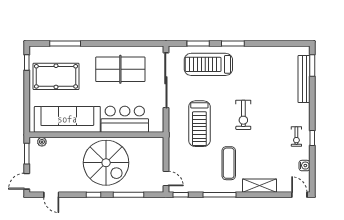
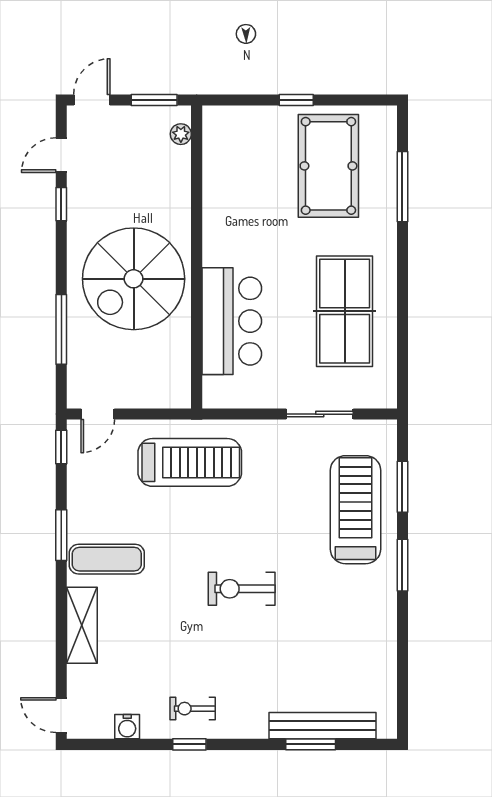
window: (27, 62) -> (296, 100), moved
window: (312, 66) -> (311, 744), moved
sliding door: (166, 80) -> (320, 414), width x0.54
sofa: (67, 119) -> (231, 191), removed
treadmill: (199, 124) -> (190, 462), moved, turned 180
exercise mat: (229, 163) -> (107, 559), moved
door: (27, 181) -> (92, 100), hinge flipped
window: (93, 195) -> (61, 204), moved
window: (220, 195) -> (61, 535), width x0.69
door: (299, 195) -> (61, 715), swing flipped

